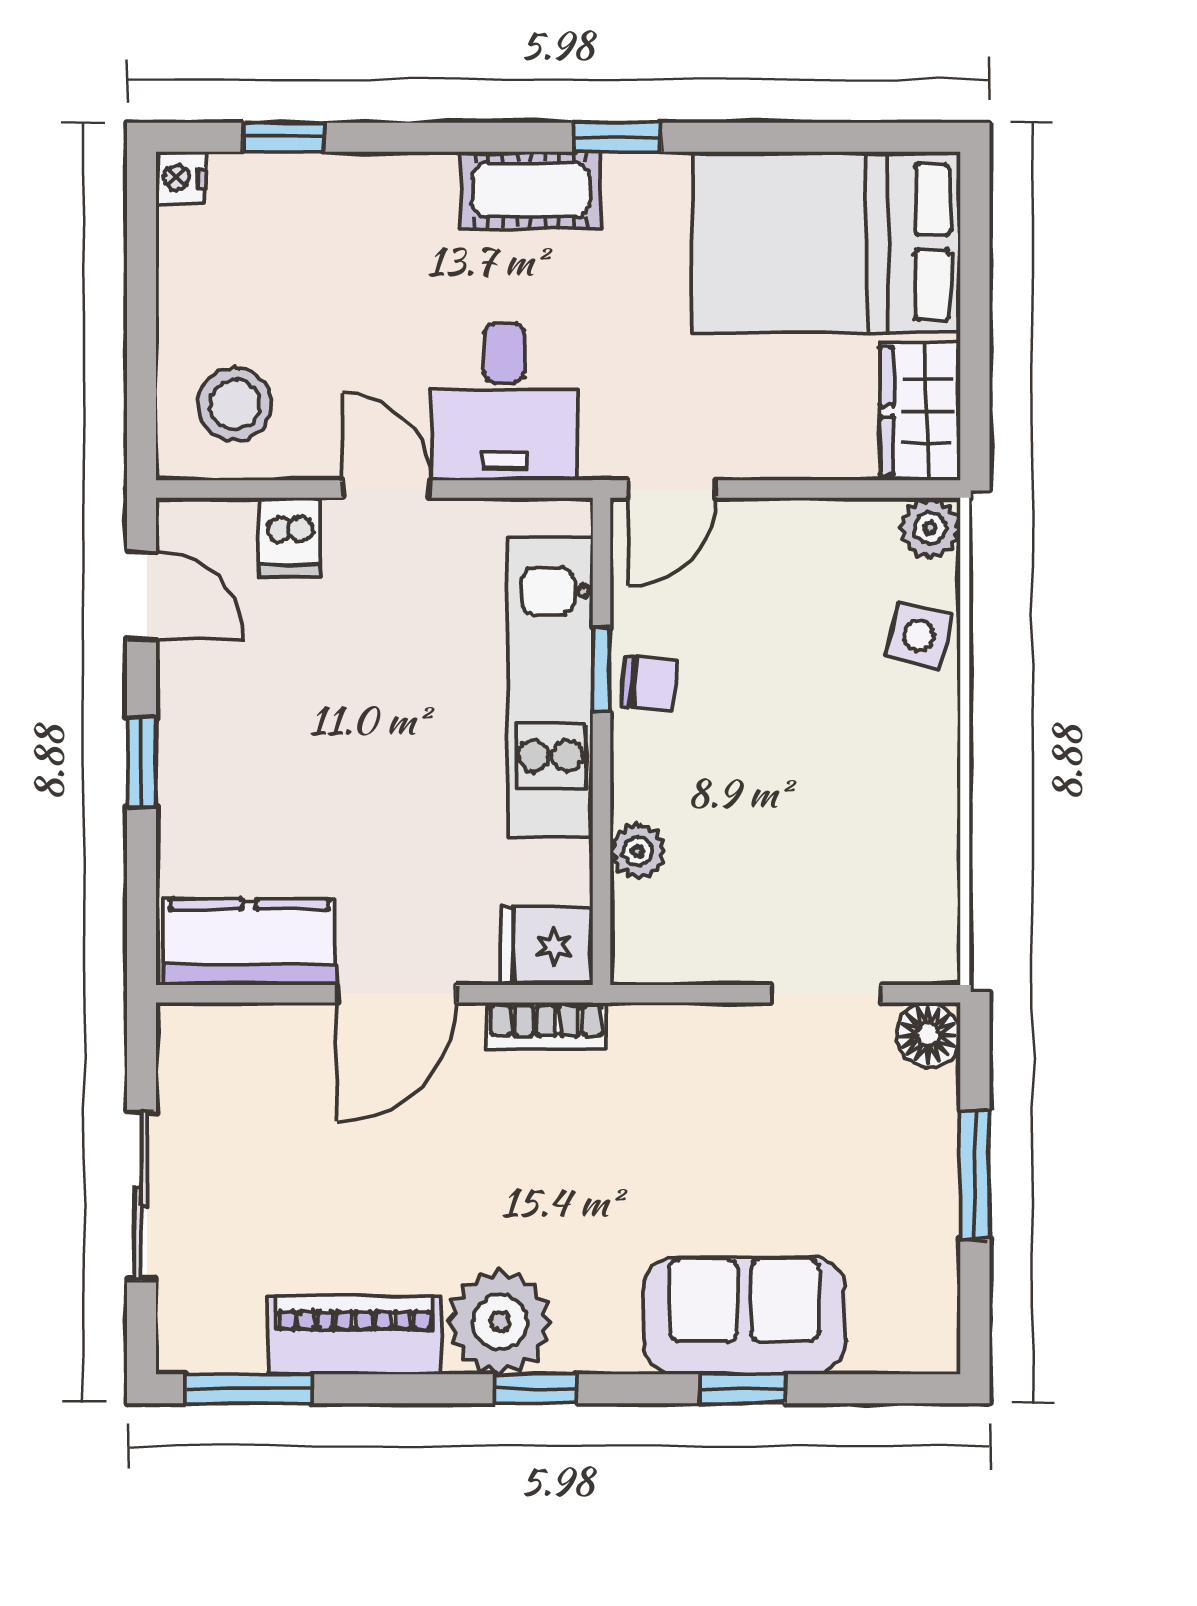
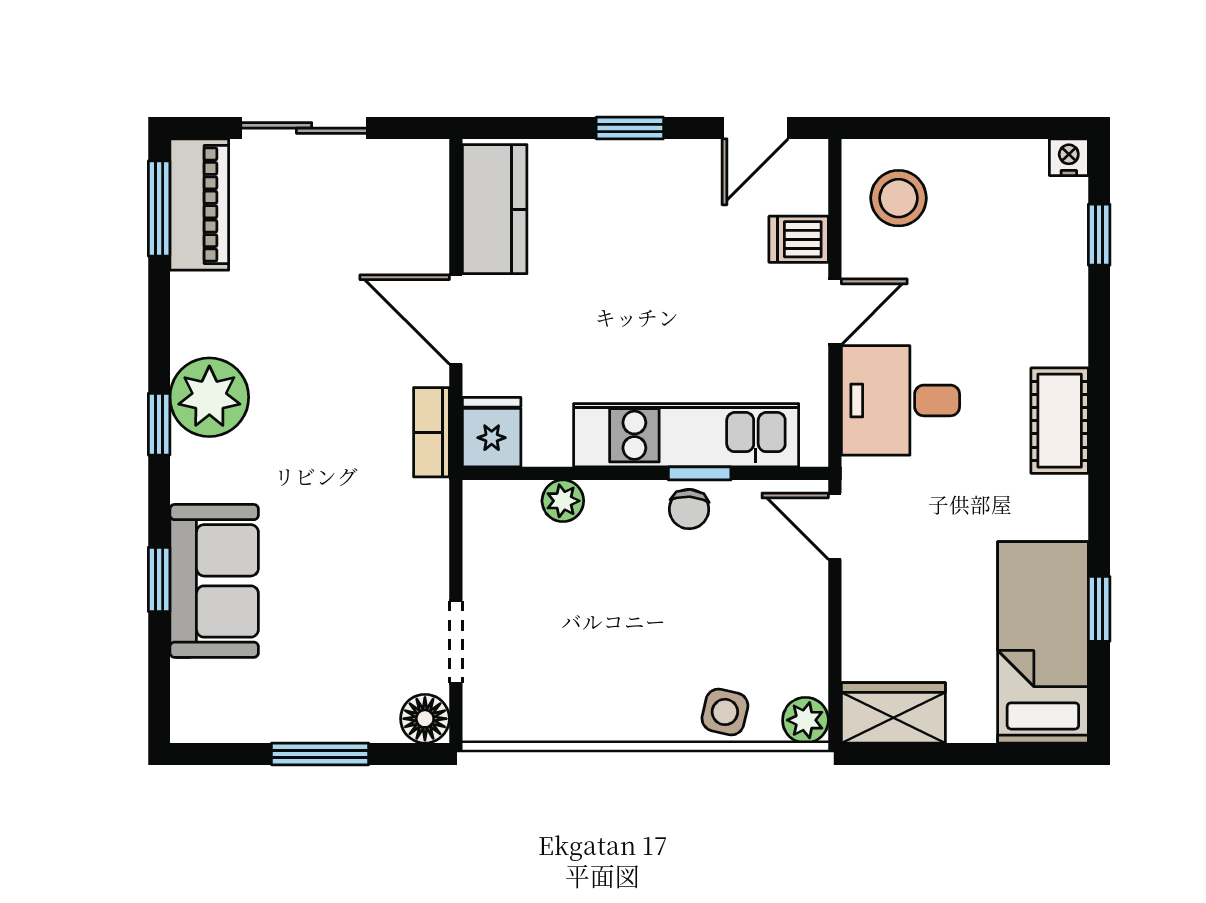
window: (618, 137) -> (1099, 609), moved
bed: (826, 242) -> (1043, 642), width x0.67
piano: (354, 1335) -> (199, 204), moved

